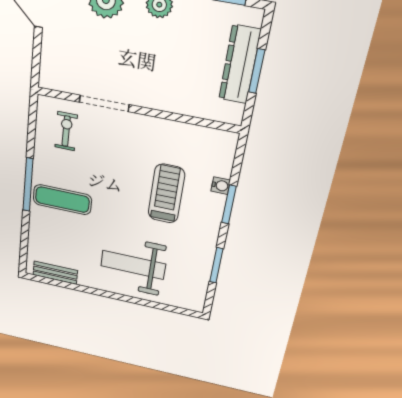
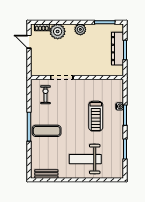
treadmill: (166, 194) -> (96, 116), turned 180

